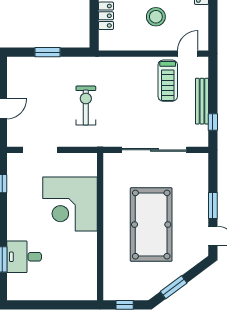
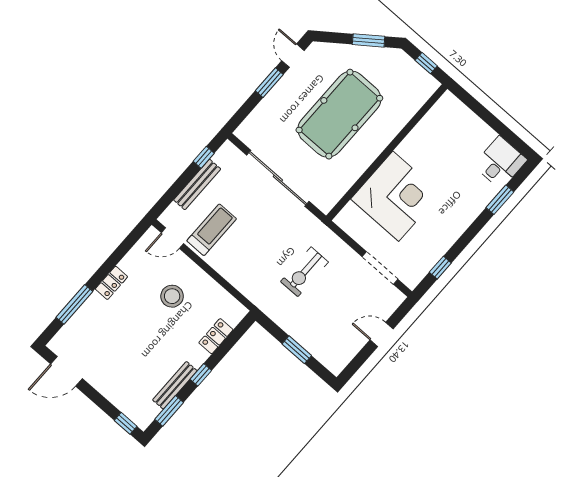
desk: (24, 257) -> (500, 163), moved, turned -90

